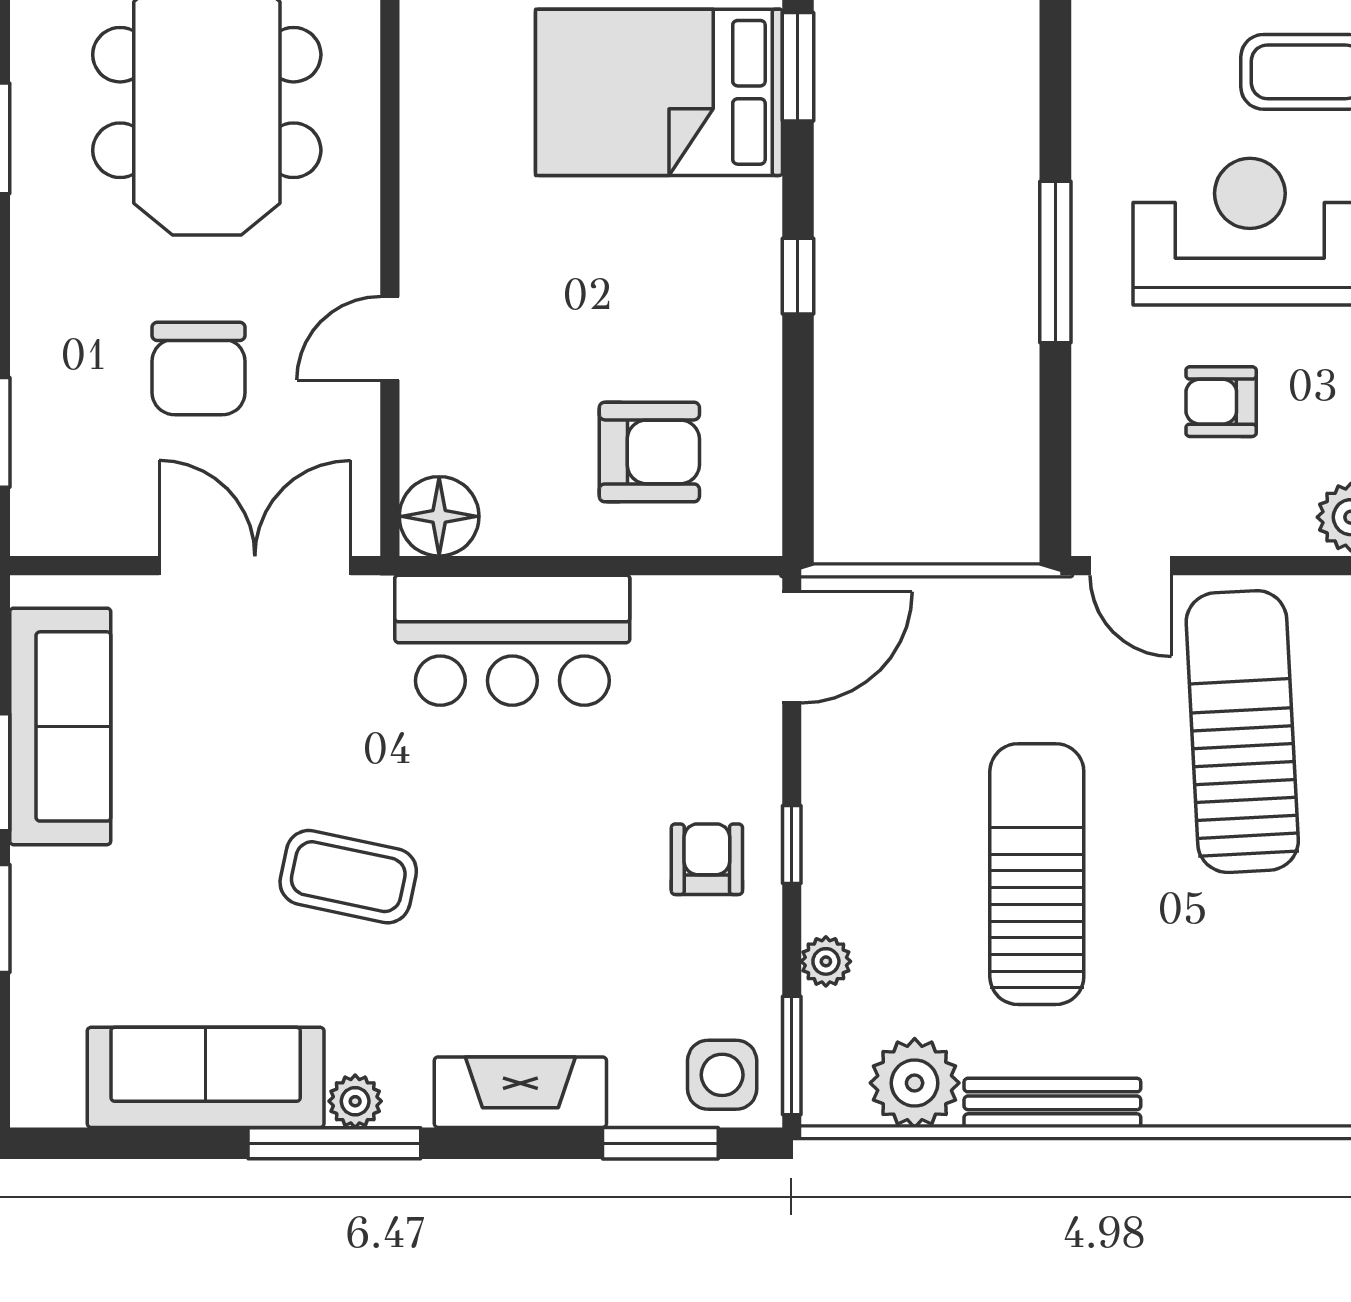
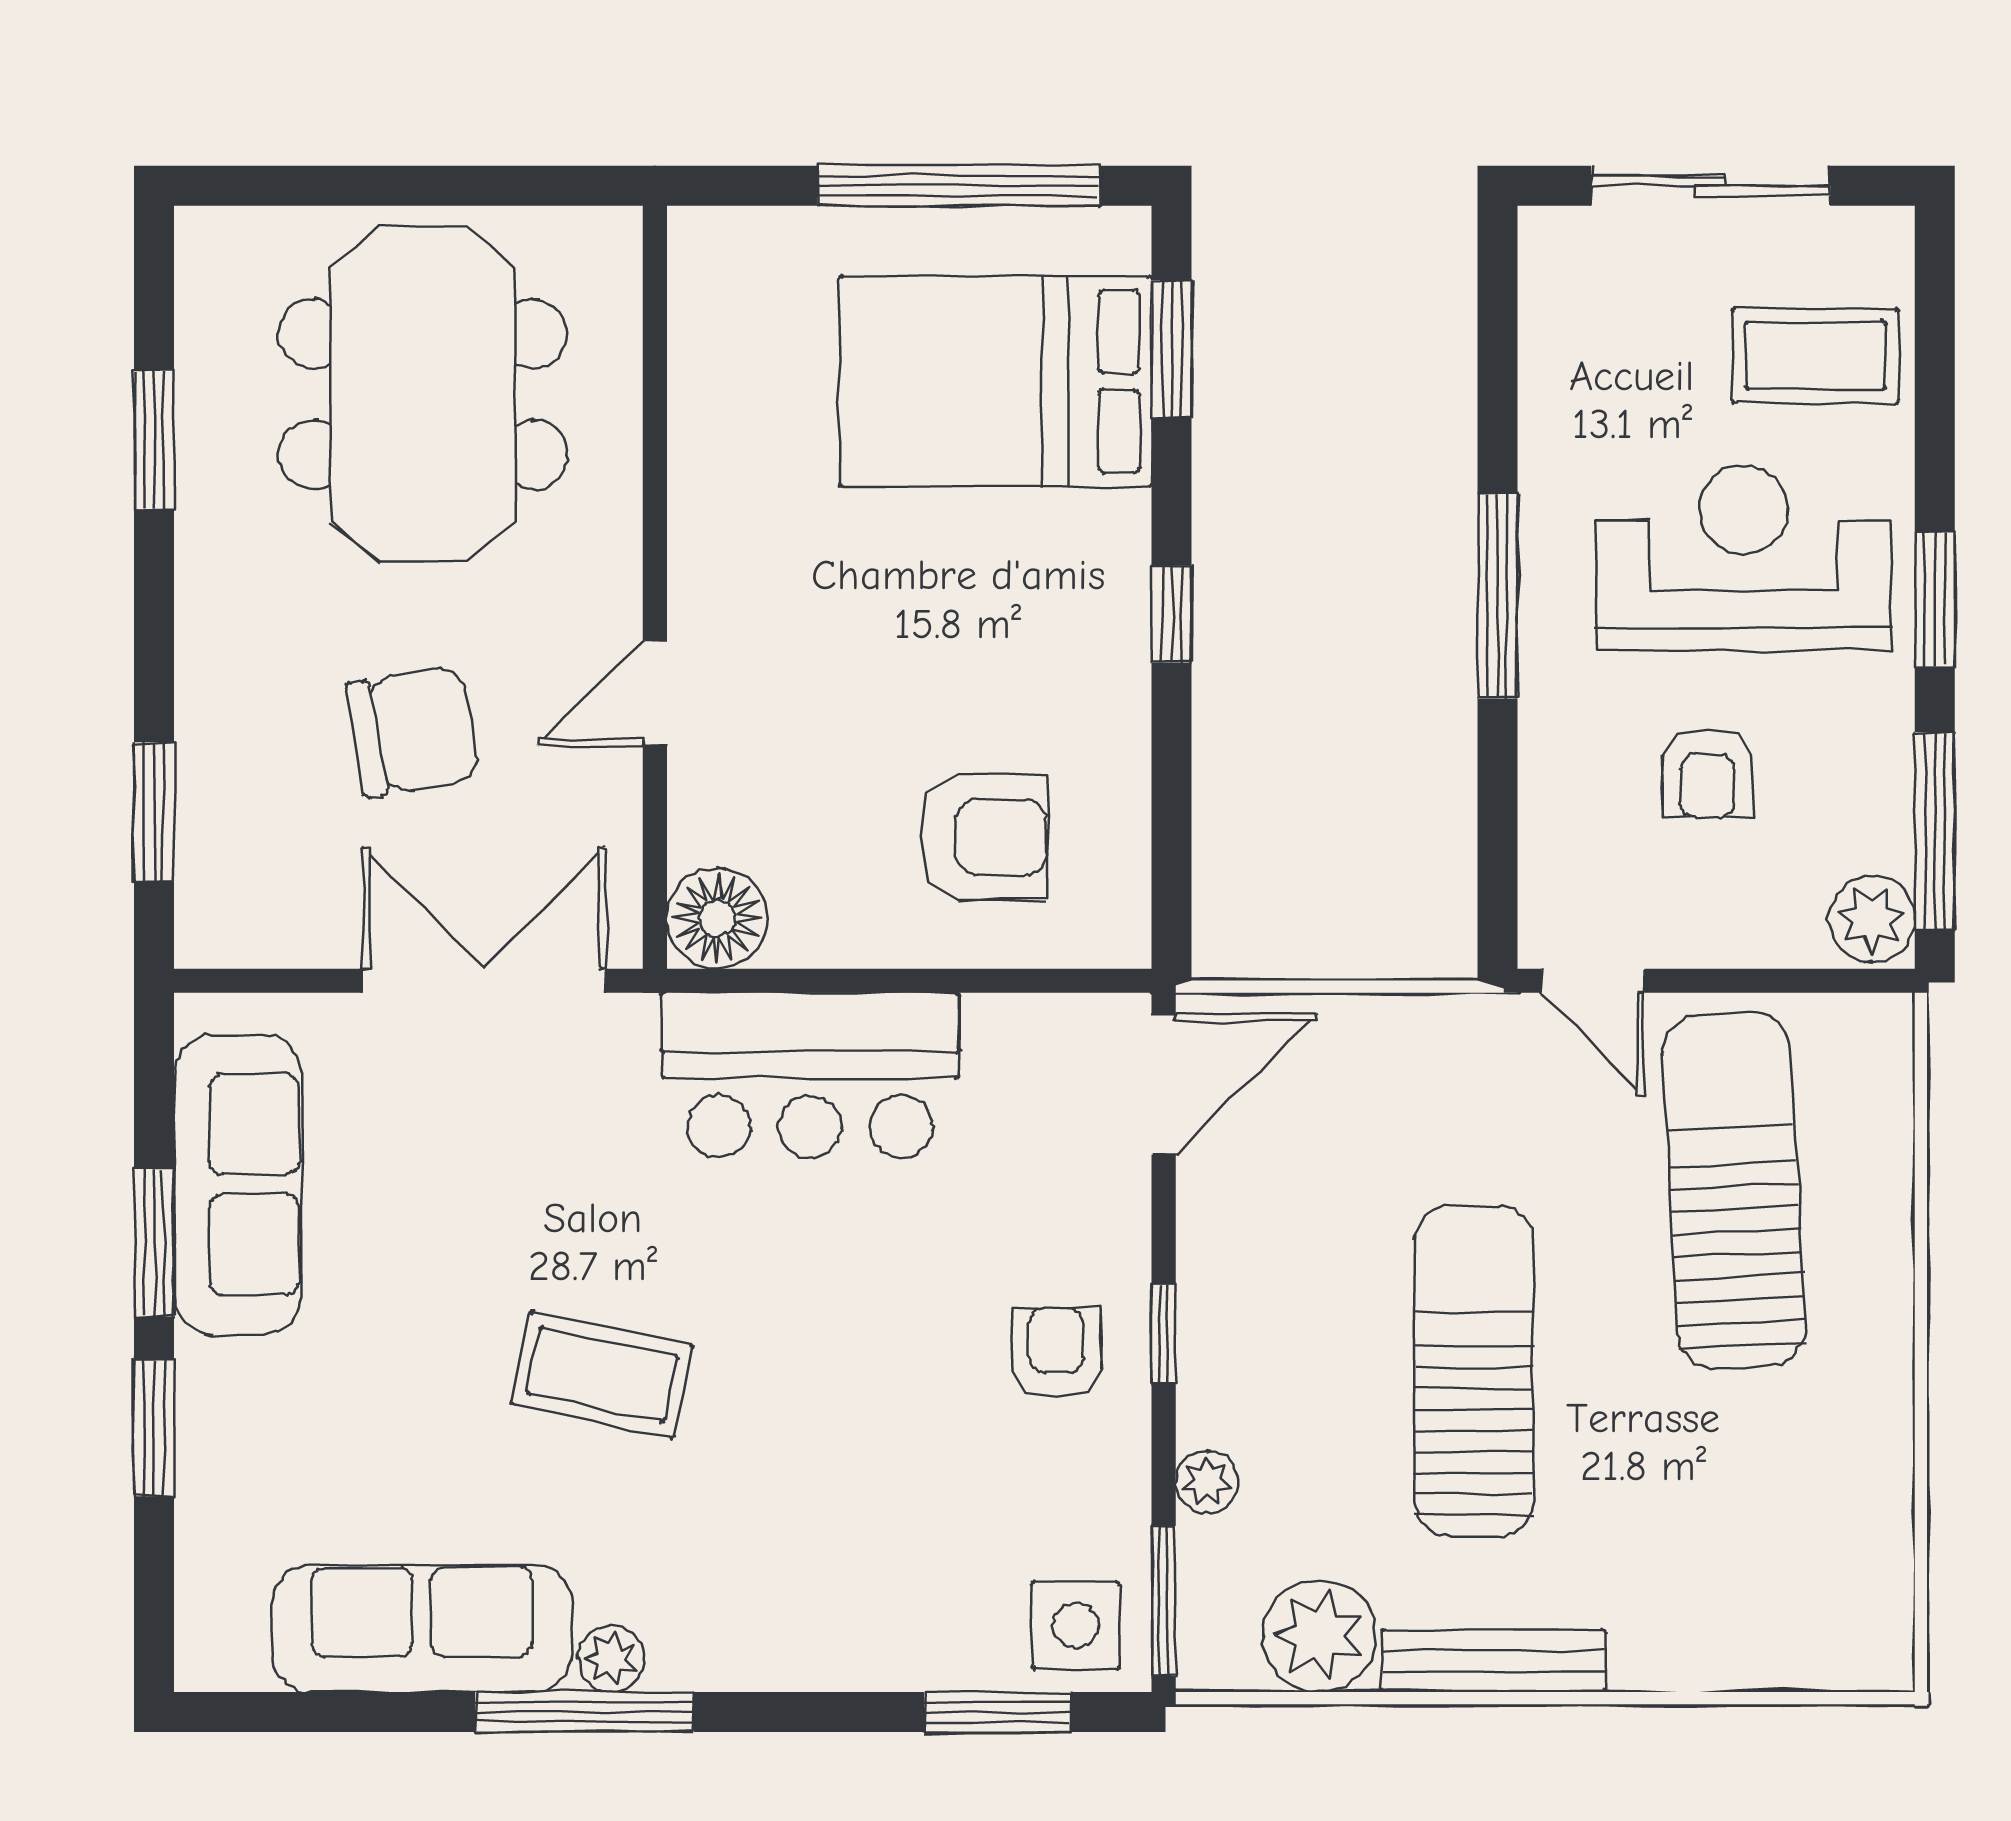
chair: (199, 369) -> (413, 731), turned -100
armchair: (1221, 402) -> (1707, 773), turned -90
fireplace: (520, 1092) -> (820, 1647), removed

